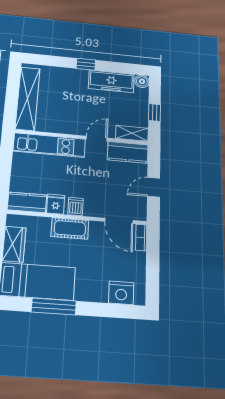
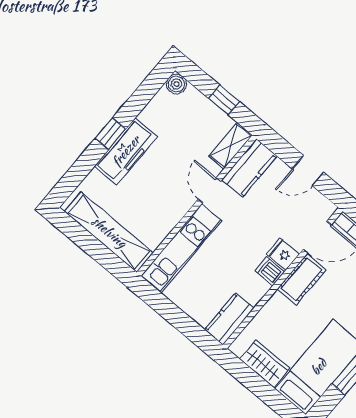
freezer: (111, 81) -> (126, 151), moved
door: (154, 187) -> (308, 171), hinge flipped
fridge: (56, 204) -> (283, 254), moved
cot: (70, 228) -> (302, 279), moved

